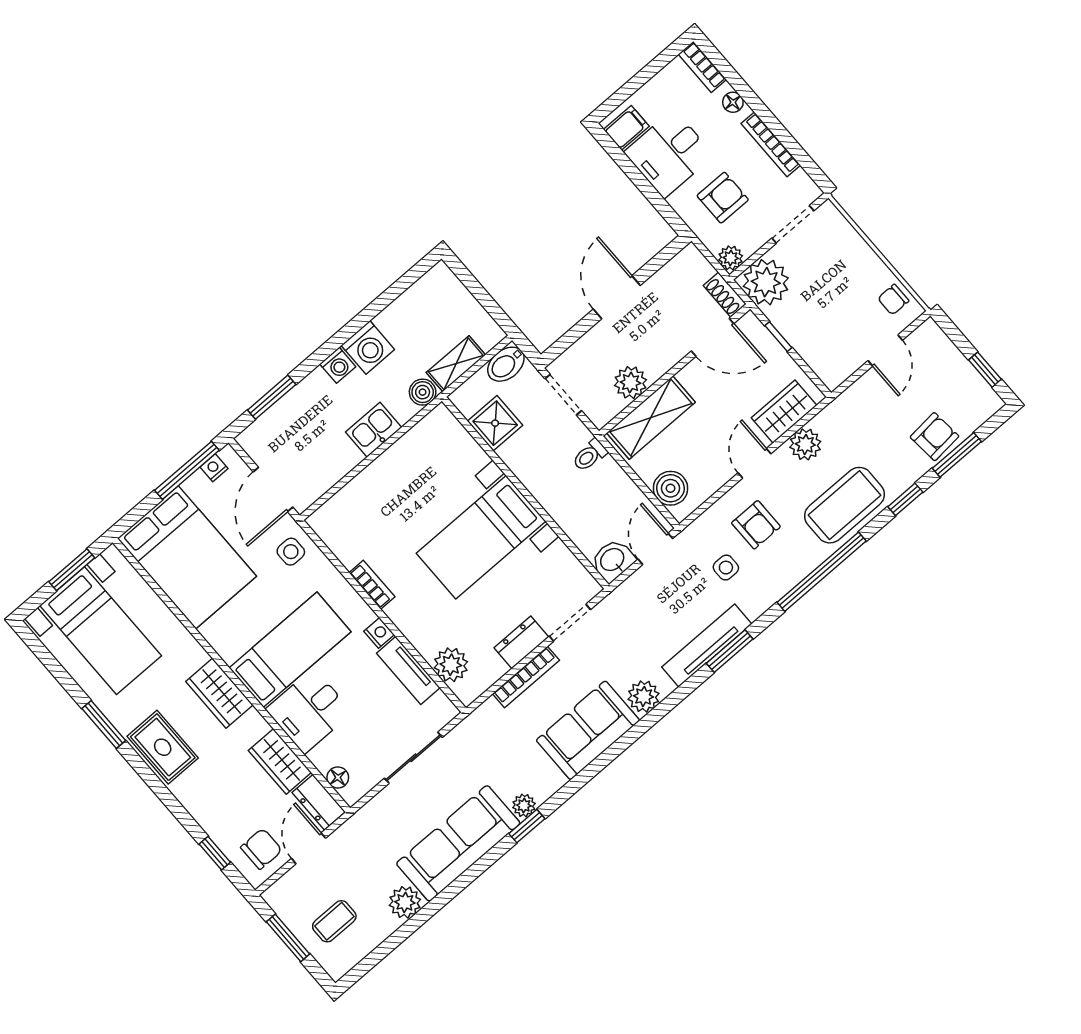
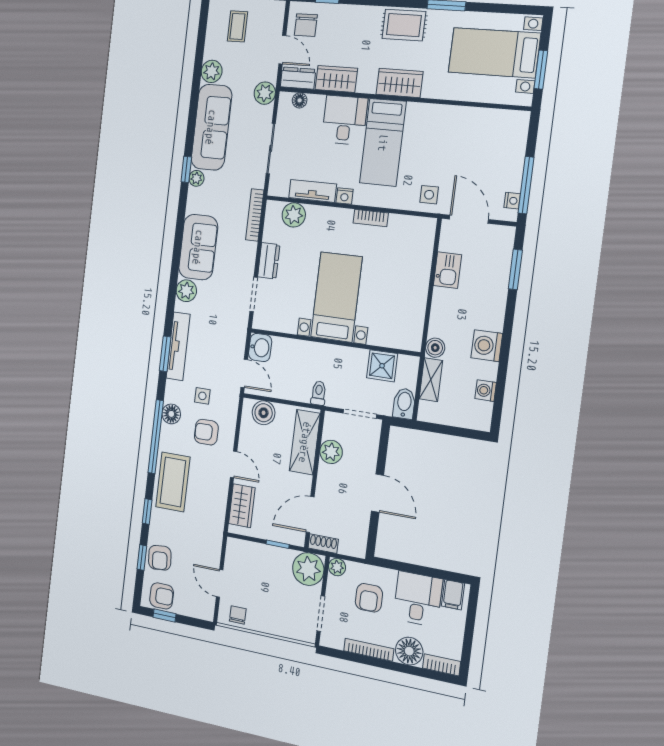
floor lamp: (733, 102) -> (409, 651), width x1.89, depth x1.89
washing machine: (338, 365) -> (486, 391), moved
armchair: (969, 394) -> (162, 596), added
kitchen sink: (374, 430) -> (447, 270), moved
plant: (805, 444) -> (265, 93), moved
window: (957, 455) -> (142, 558), width x0.67
bed: (187, 557) -> (483, 138), removed
floor lamp: (781, 580) -> (171, 414), added
bookcase: (526, 677) -> (255, 215), moved

